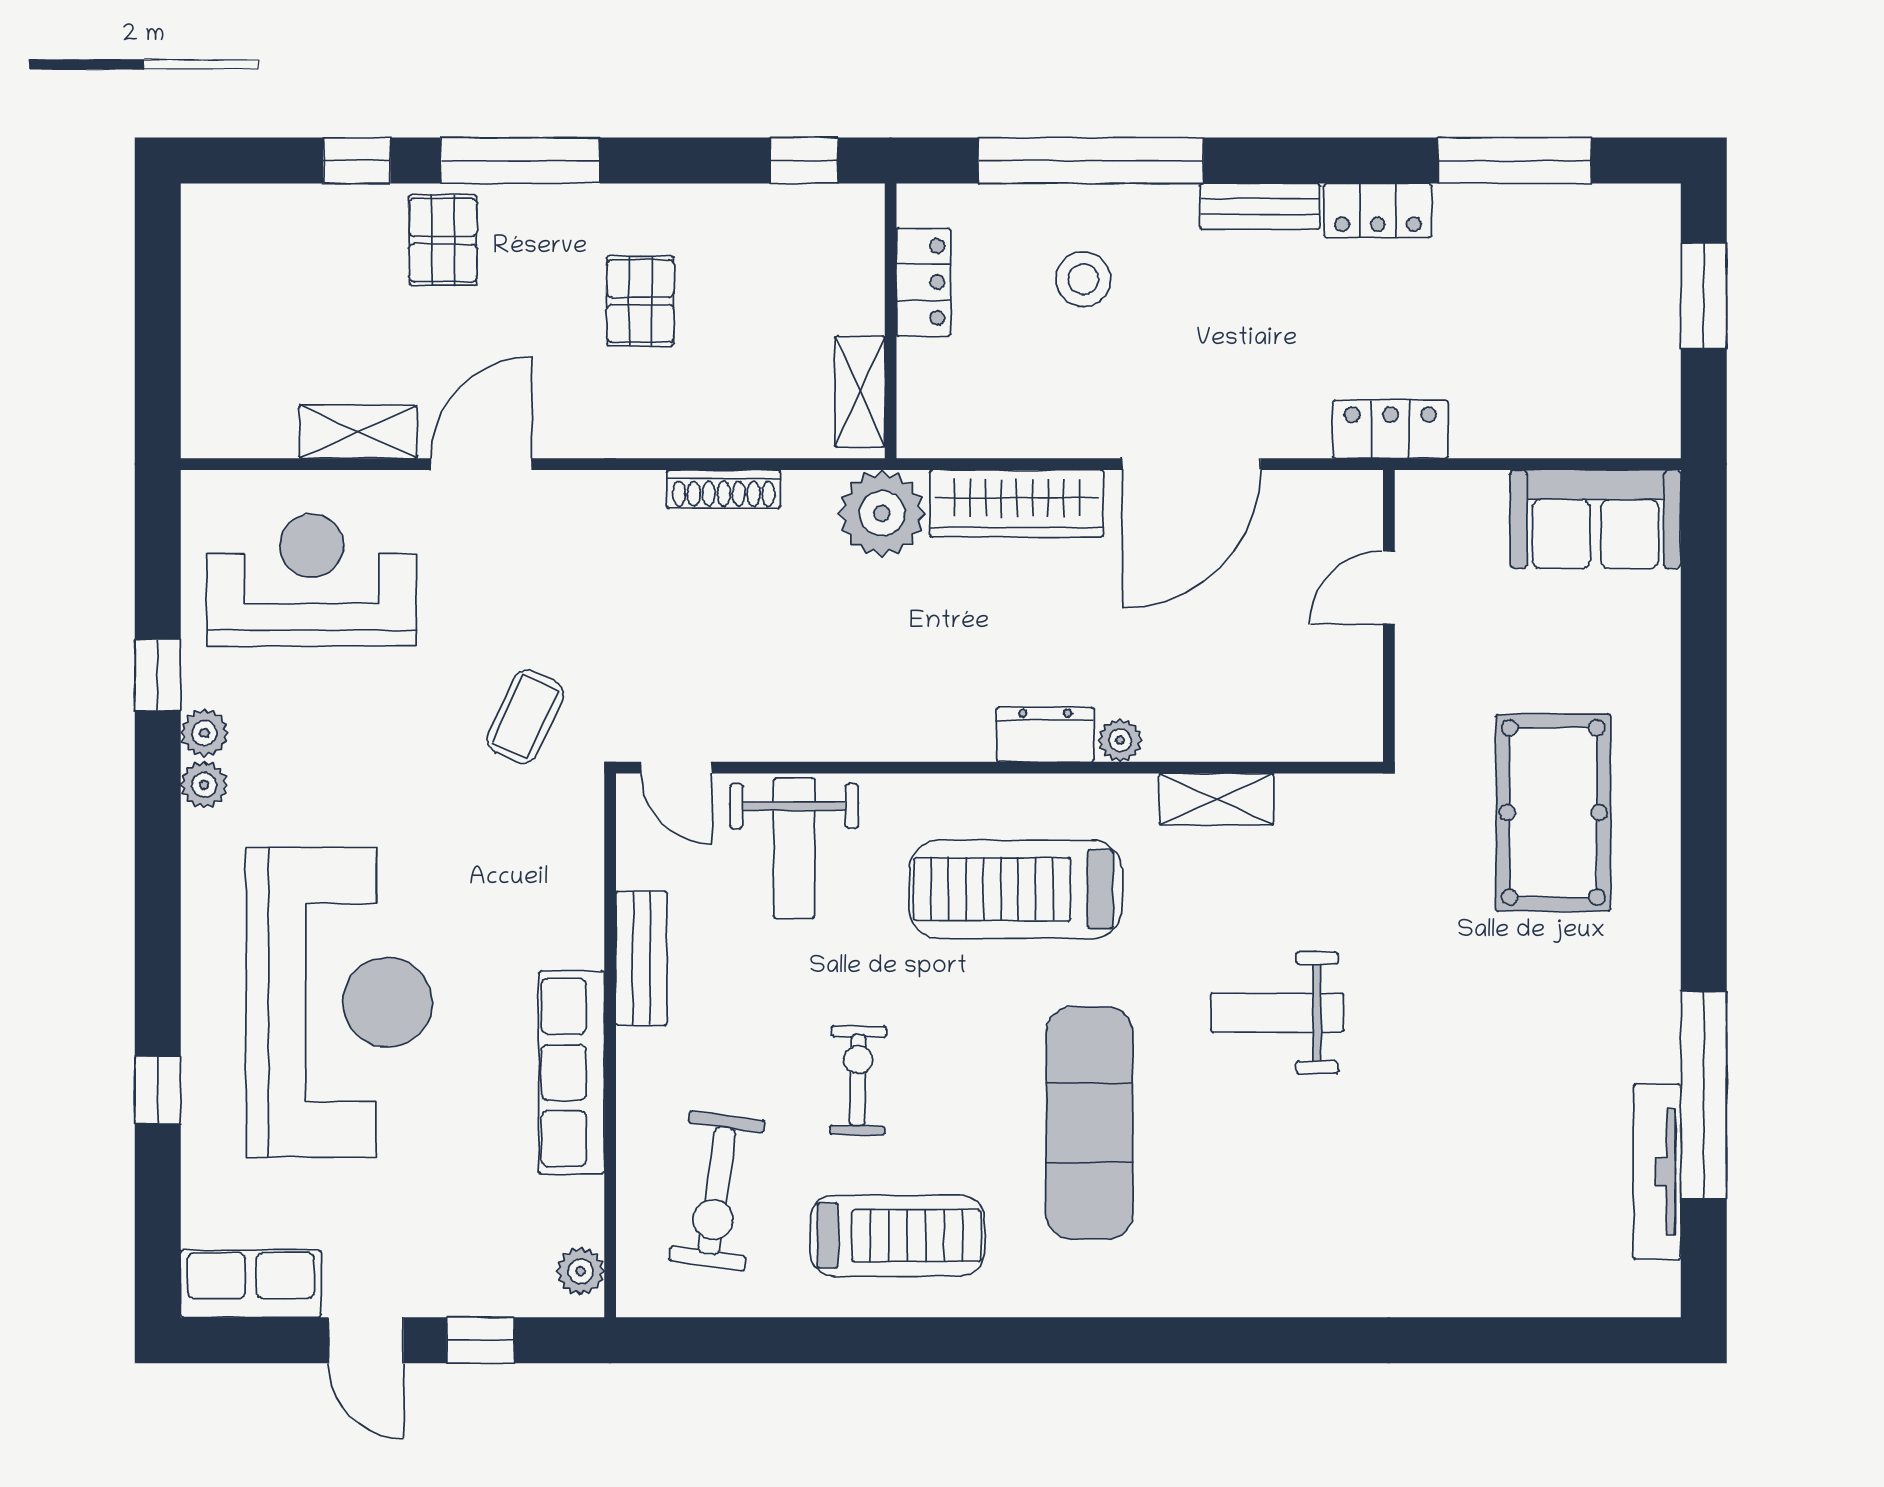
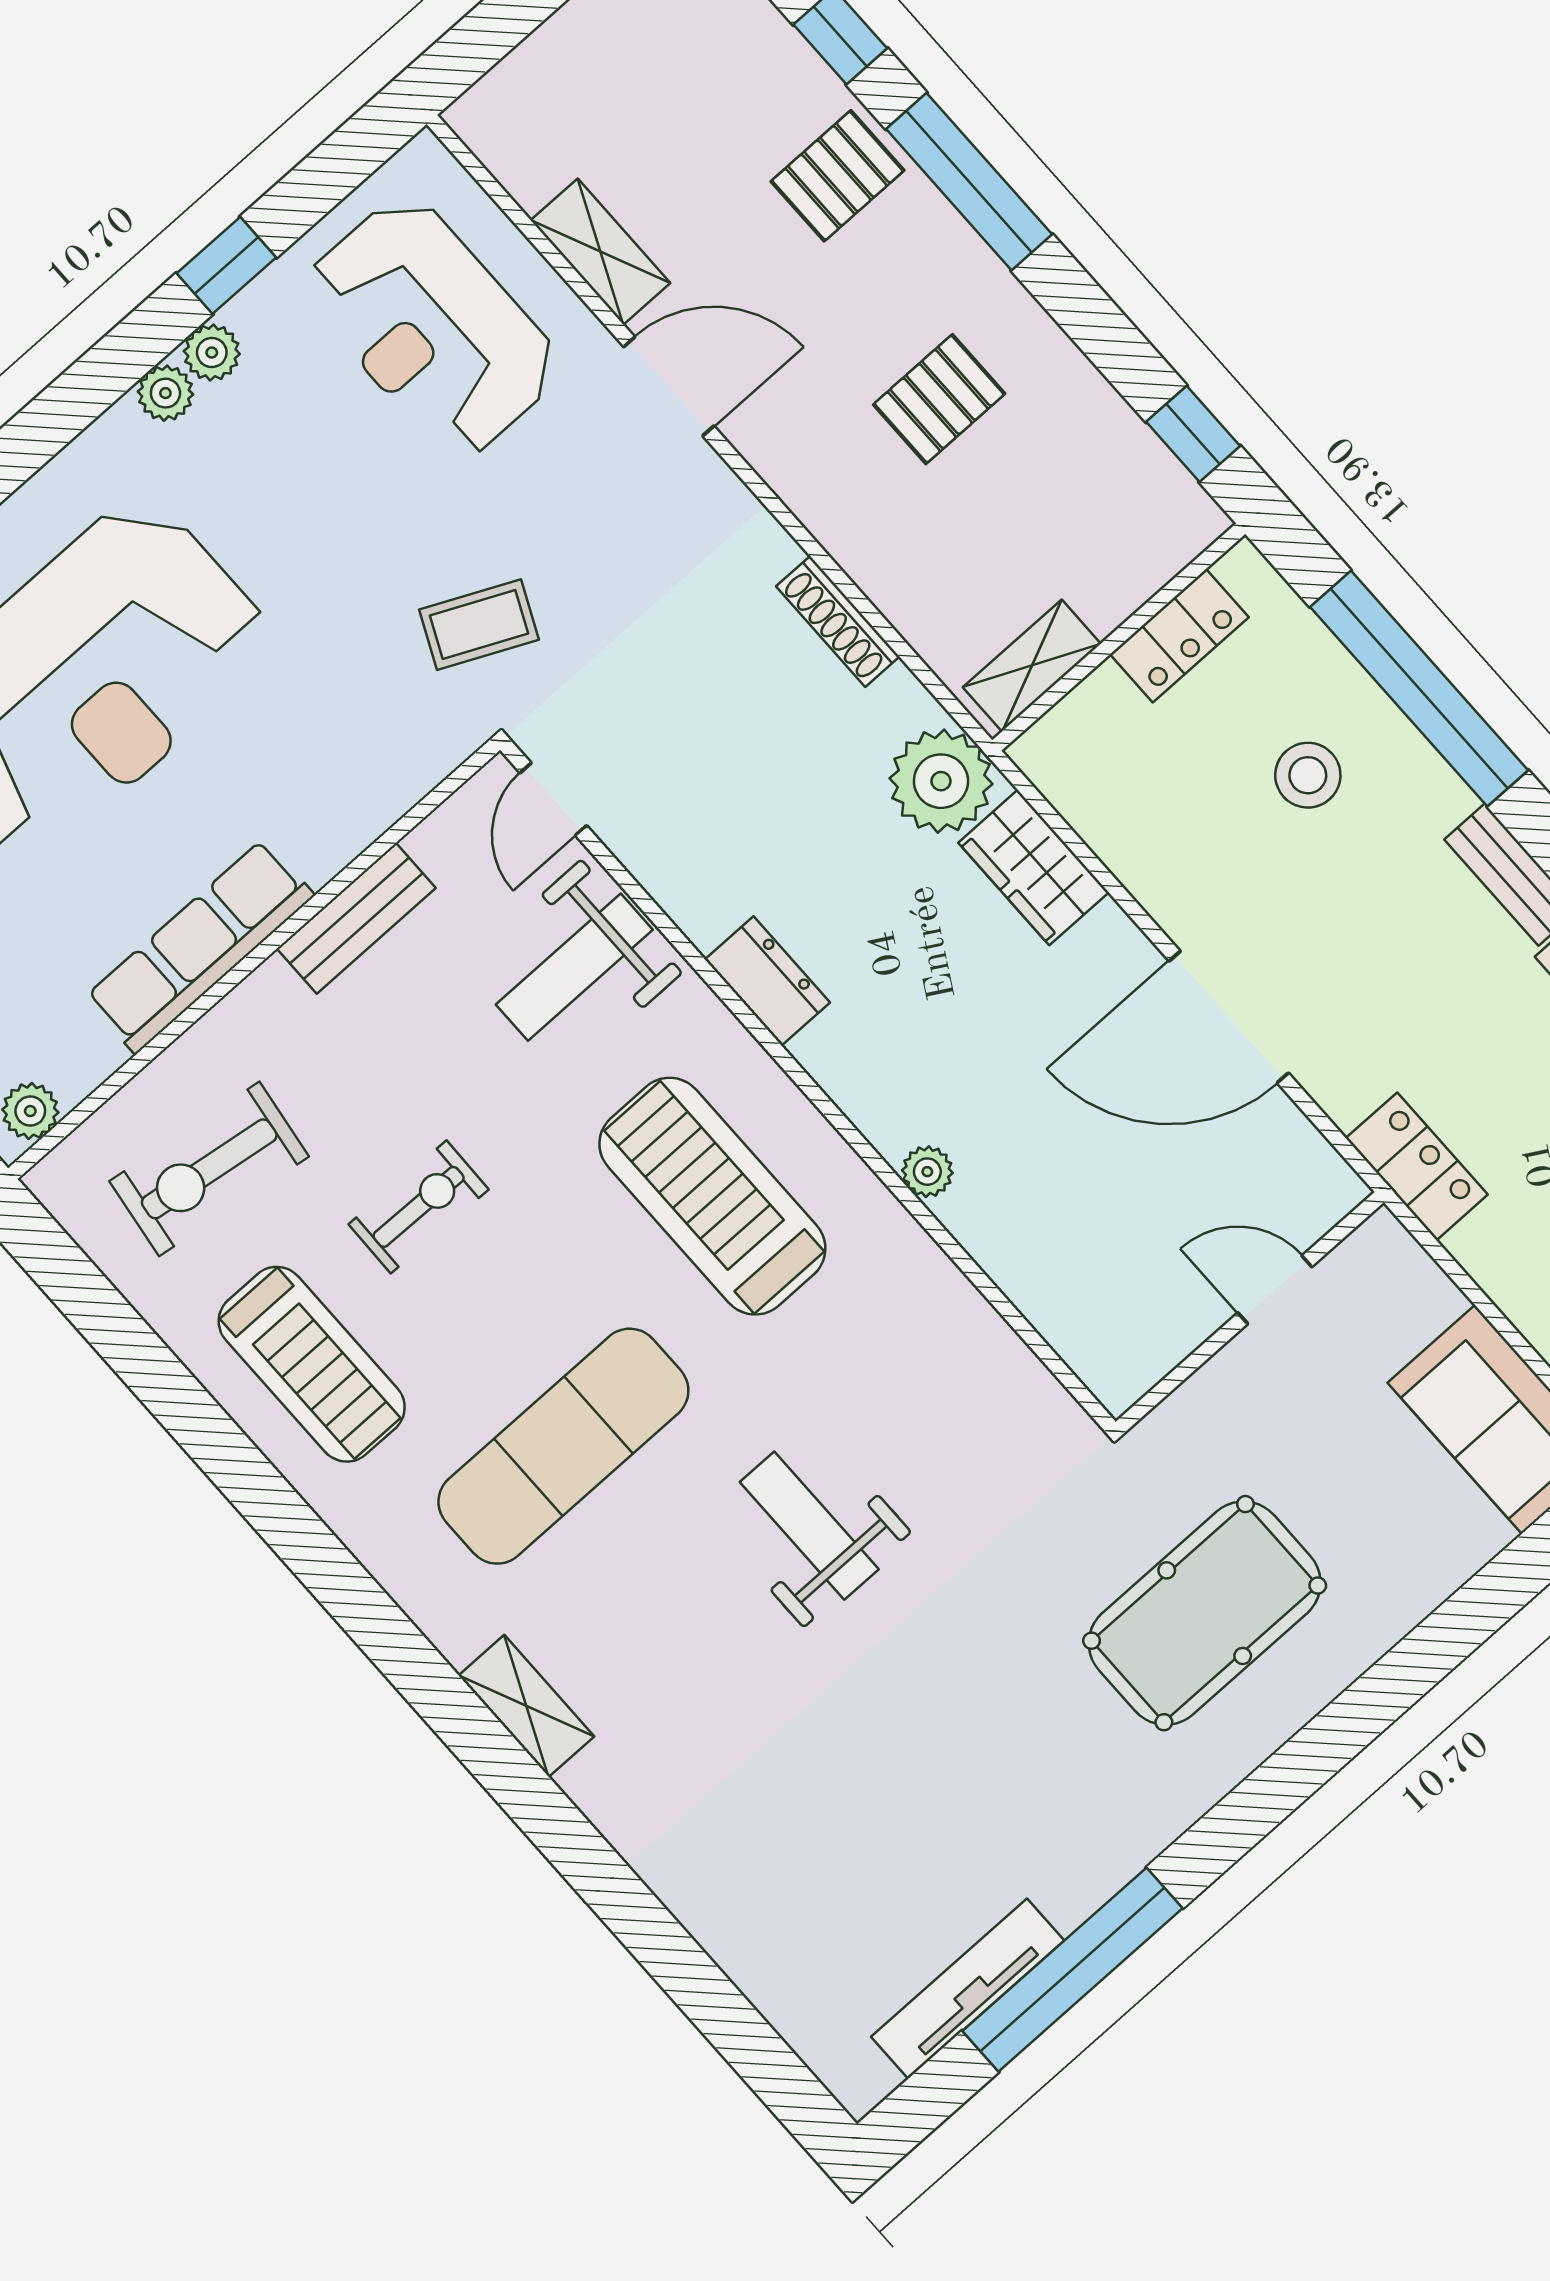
wardrobe: (1017, 503) -> (1034, 867), width x0.67
reception desk: (312, 580) -> (432, 327), turned 180
dresser: (1045, 734) -> (767, 981), moved
shelving: (1217, 799) -> (526, 1706), moved

